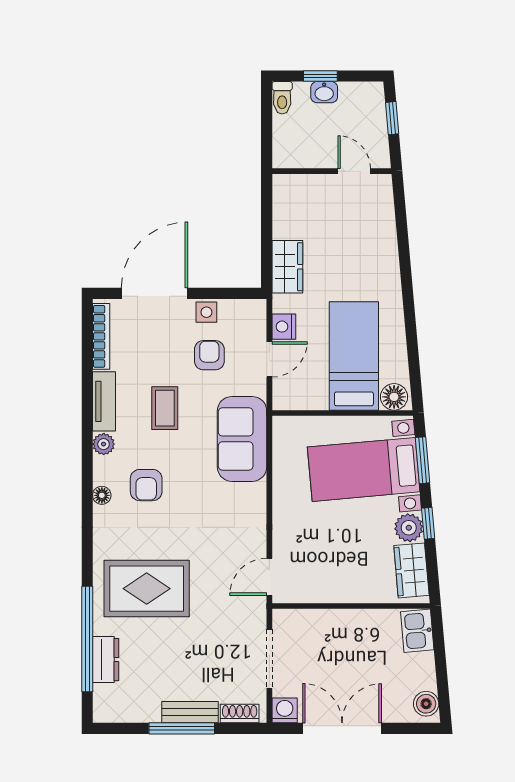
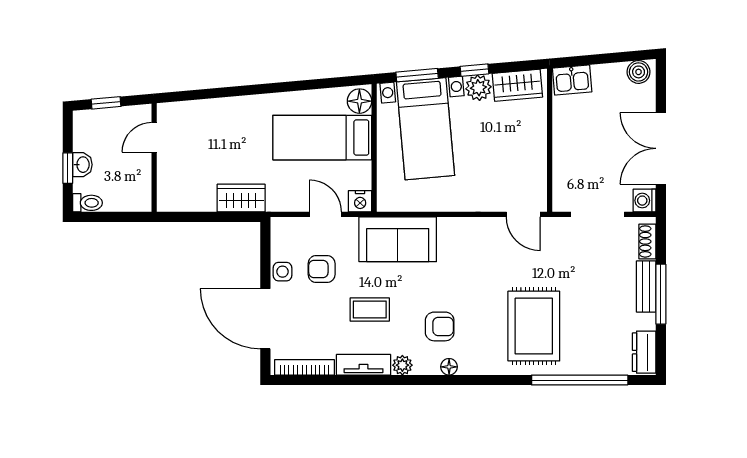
nightstand: (284, 327) -> (360, 201), moved
dresser: (106, 660) -> (644, 352), moved, turned -90

